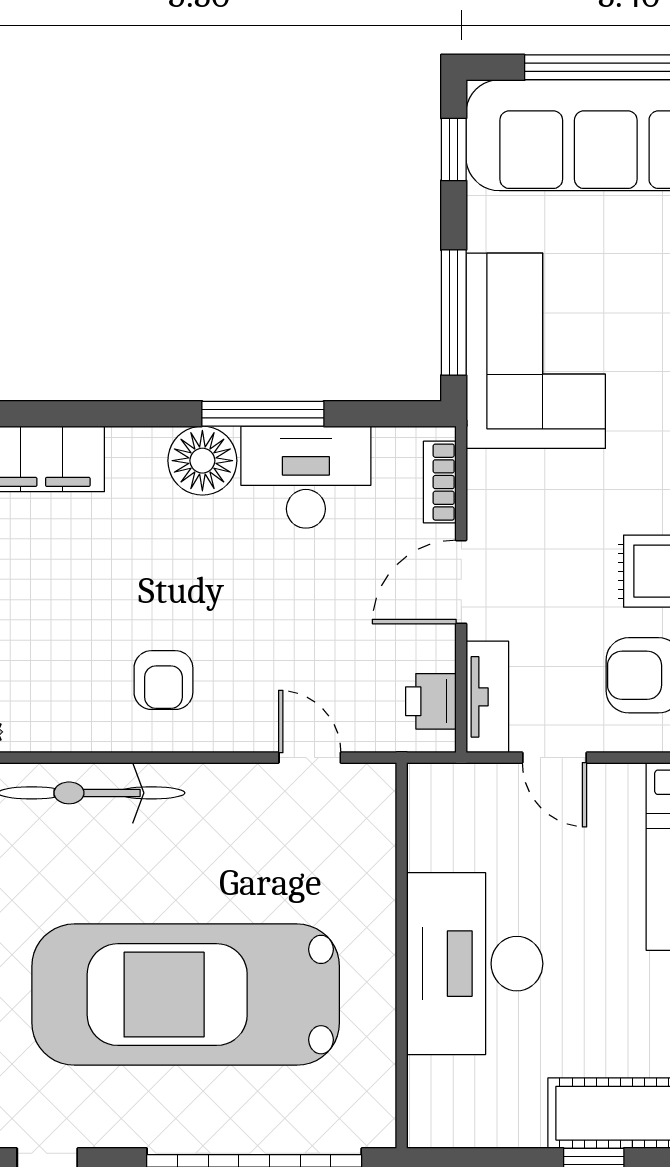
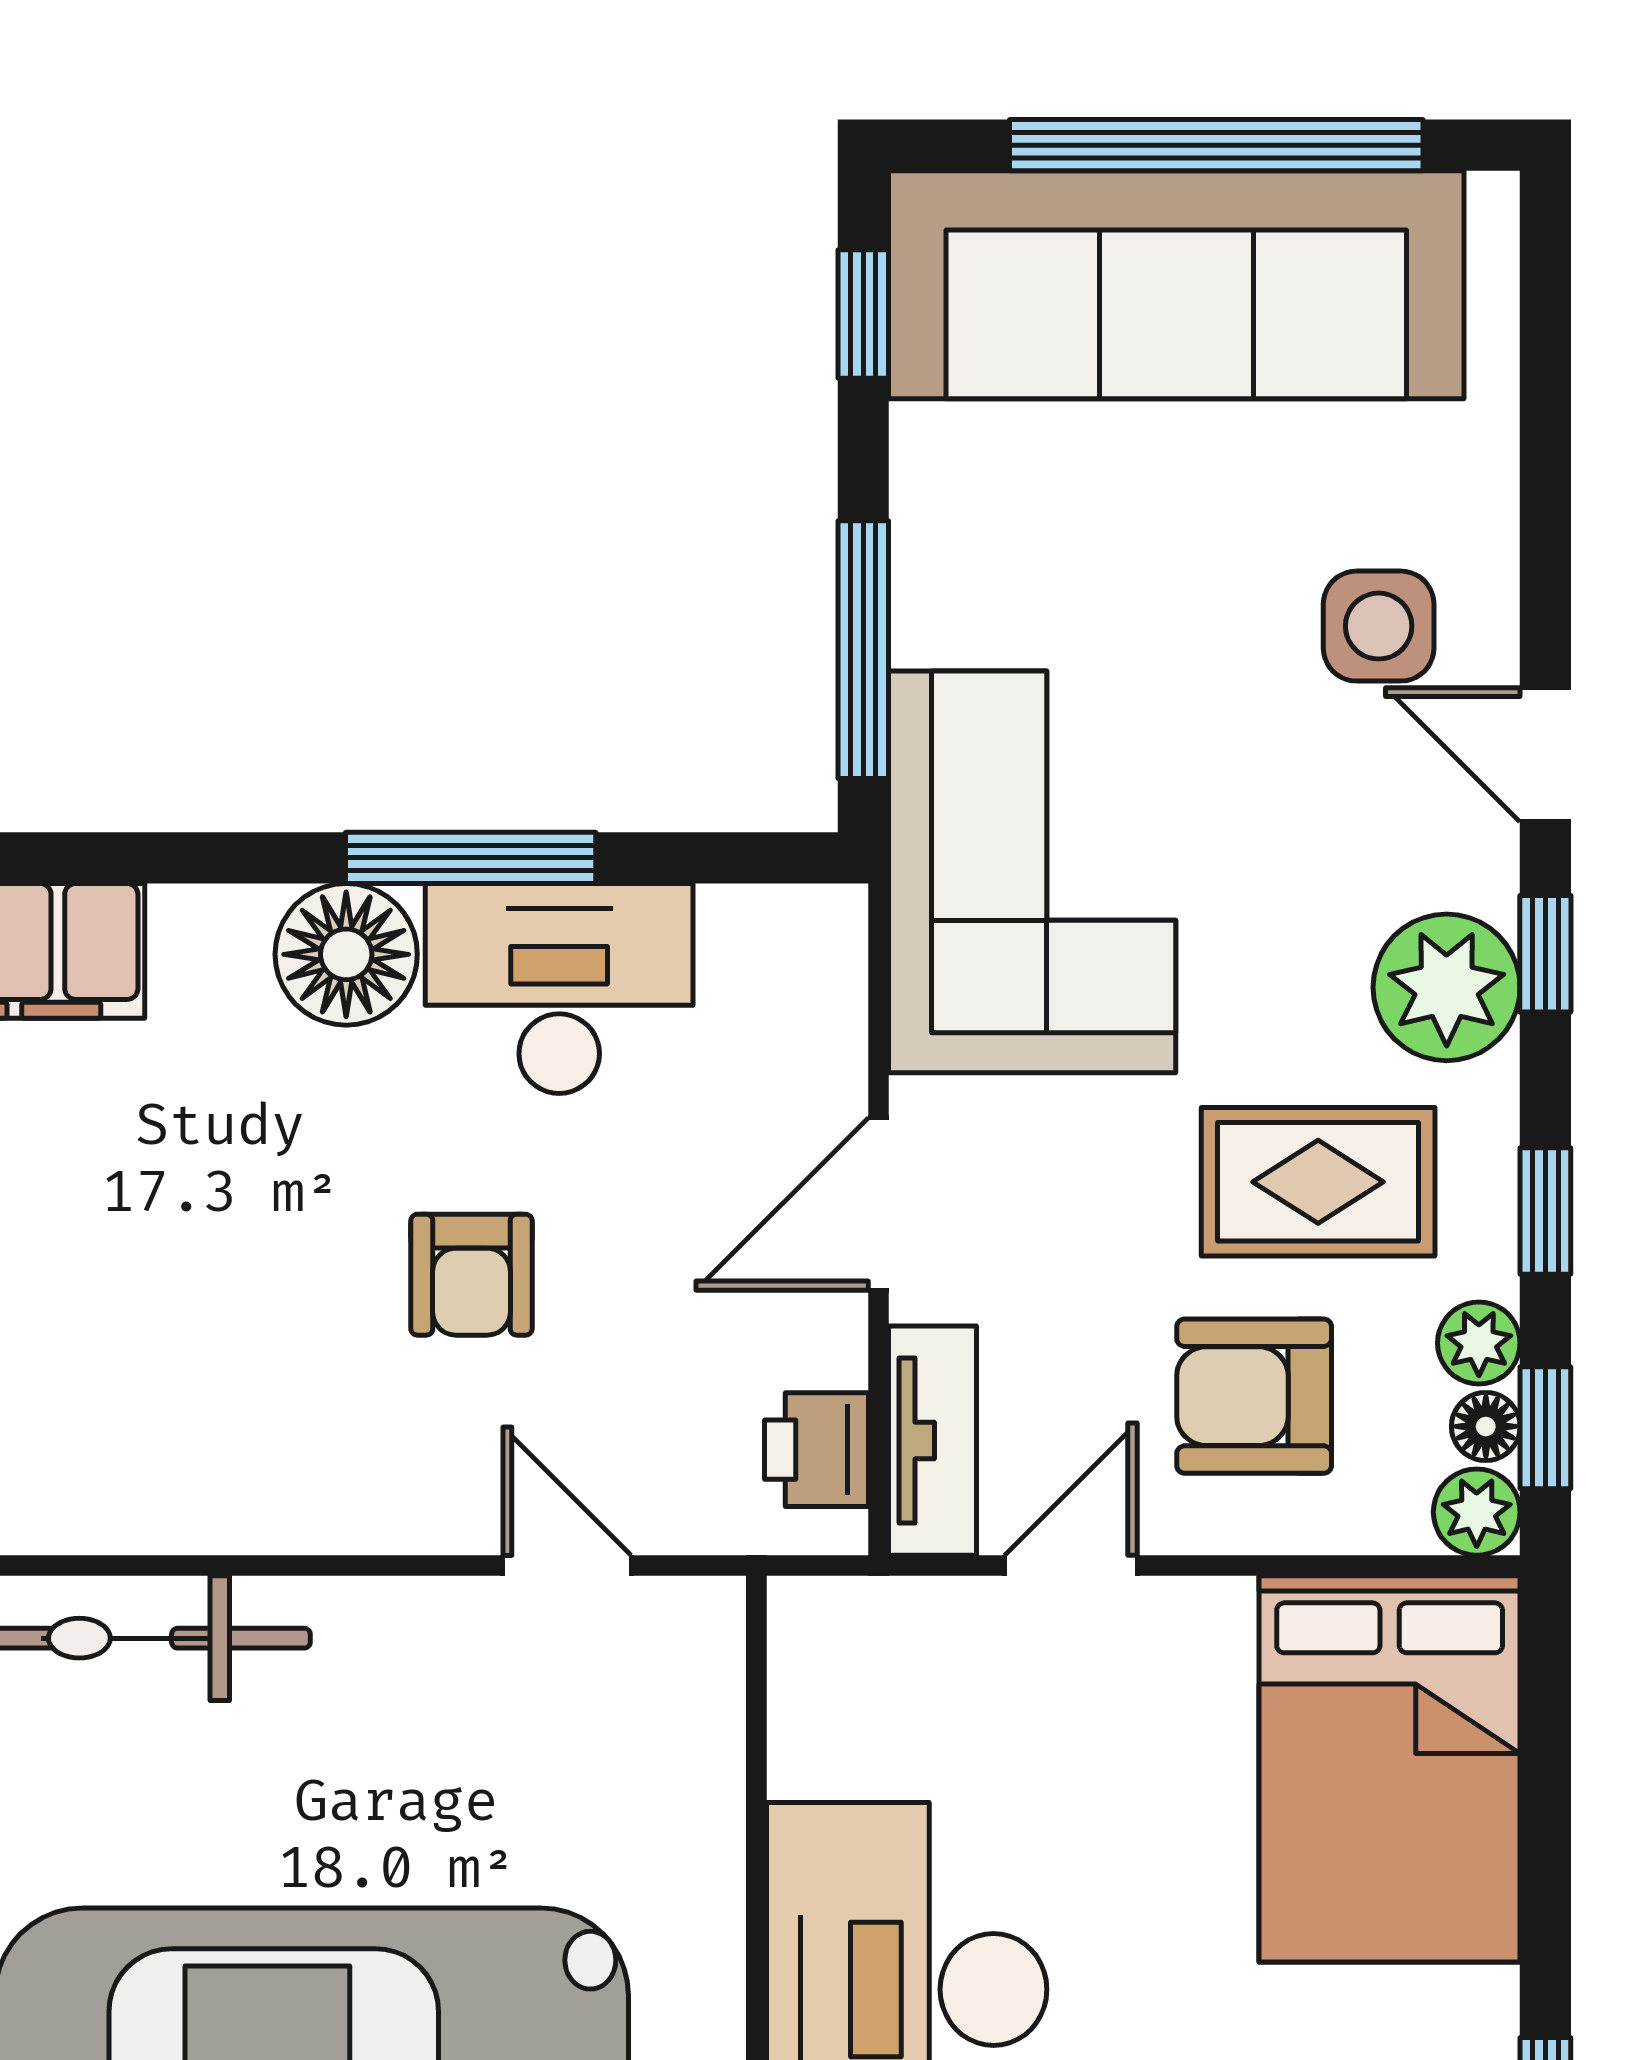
corner sofa: (536, 351) -> (1032, 872), moved
bookcase: (440, 482) -> (835, 999), removed
armchair: (163, 680) -> (471, 1275), moved
door: (555, 758) -> (1071, 1566), swing flipped

